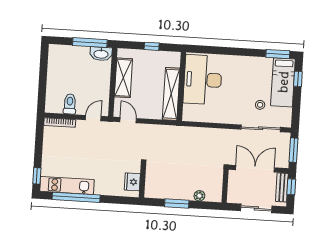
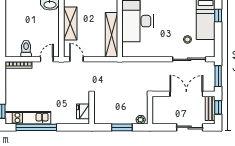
wall: (225, 186) -> (150, 110), moved

